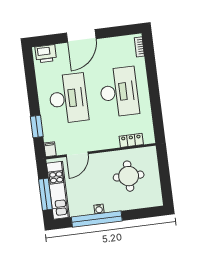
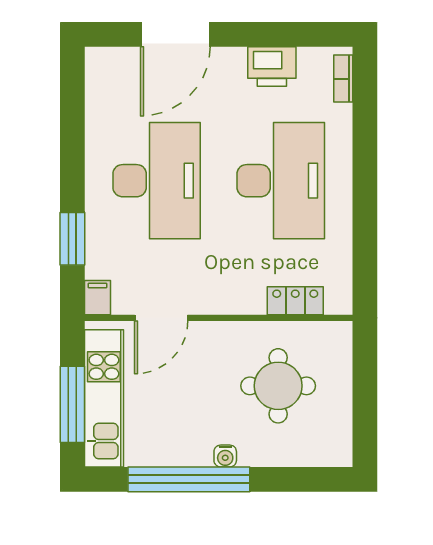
door: (81, 36) -> (175, 34), moved
printer: (46, 54) -> (272, 66), moved
water cooler: (99, 209) -> (225, 456), moved

